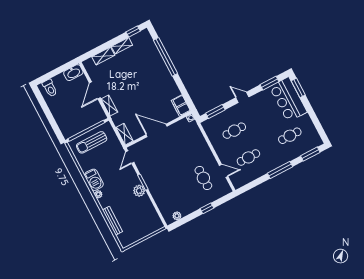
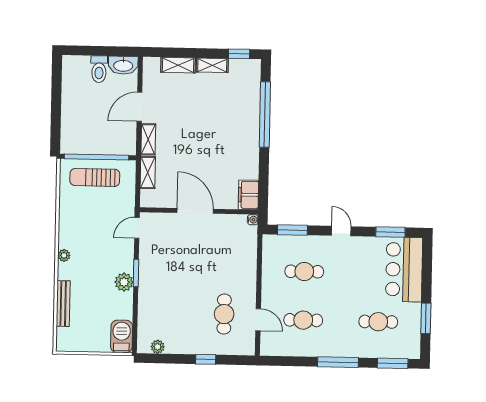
toilet: (50, 88) -> (99, 69), moved
window: (298, 88) -> (426, 318), moved
shelving: (125, 134) -> (148, 173), moved
barbecue: (94, 180) -> (122, 336), moved, turned 180

